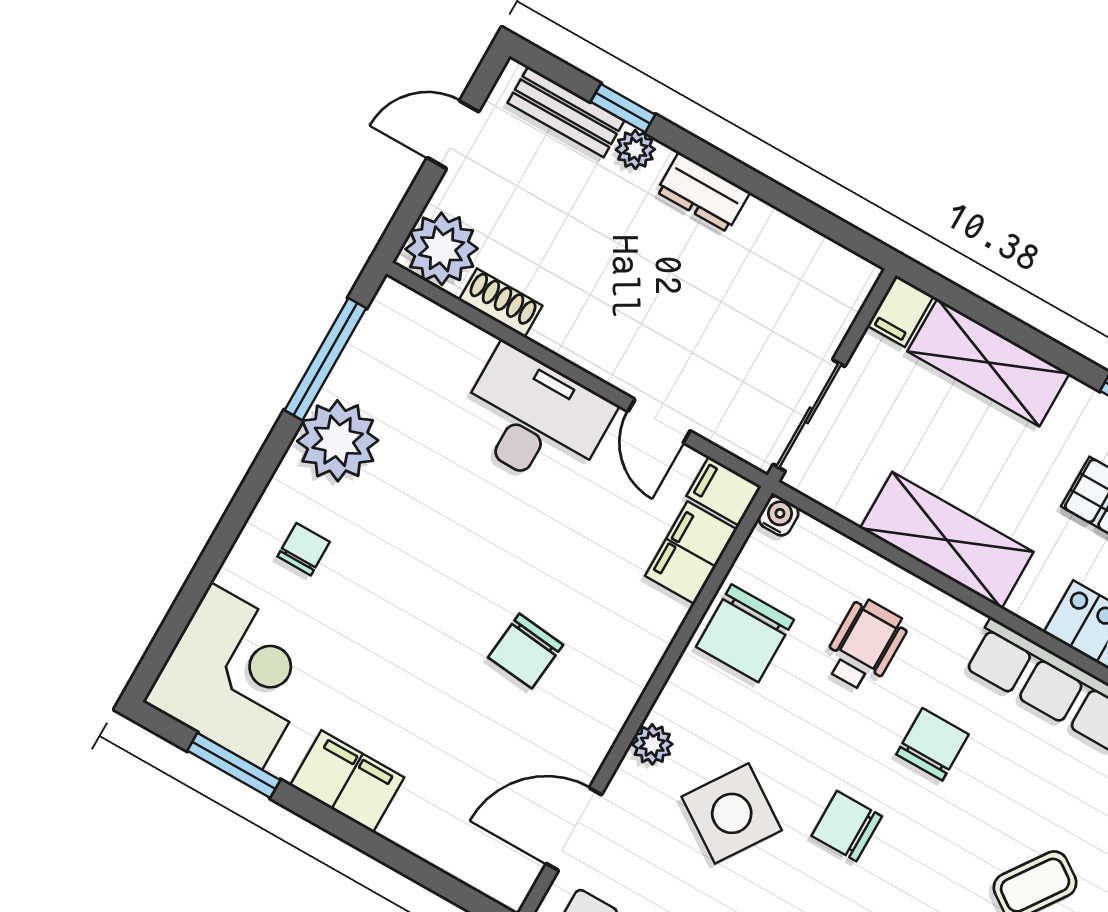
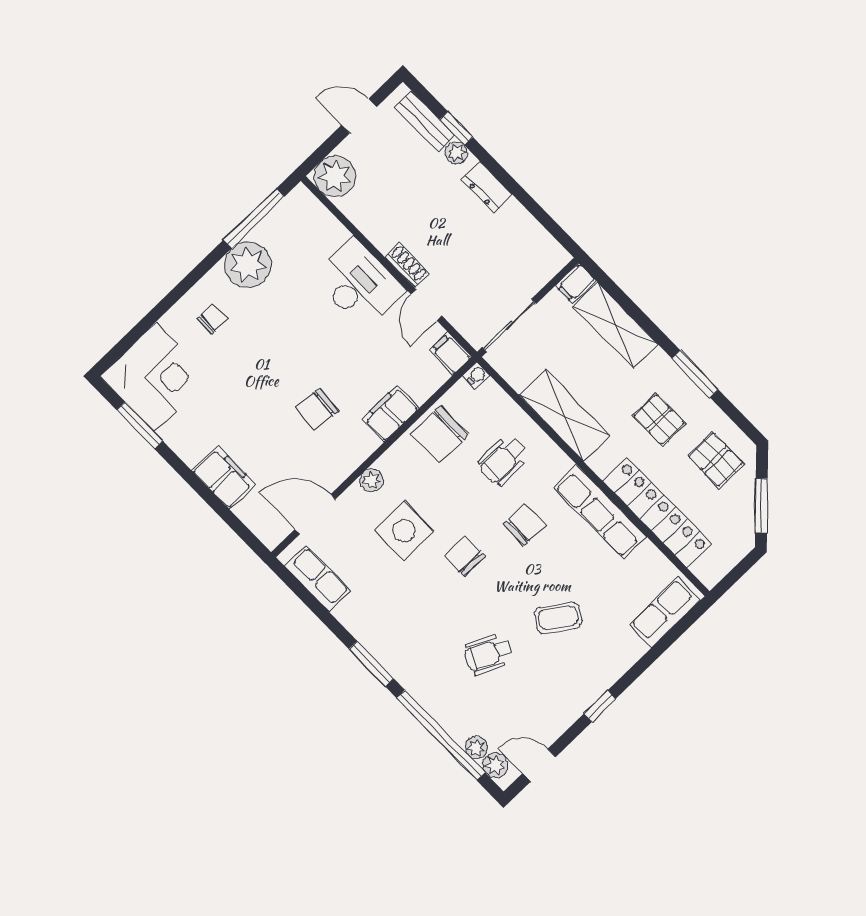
shoe rack: (501, 303) -> (407, 265), moved
filing cabinet: (691, 553) -> (390, 414), moved
wheelchair: (865, 645) -> (503, 460), turned 180
filing cabinet: (347, 781) -> (224, 478), moved
side table: (732, 813) -> (404, 531), turned -34

